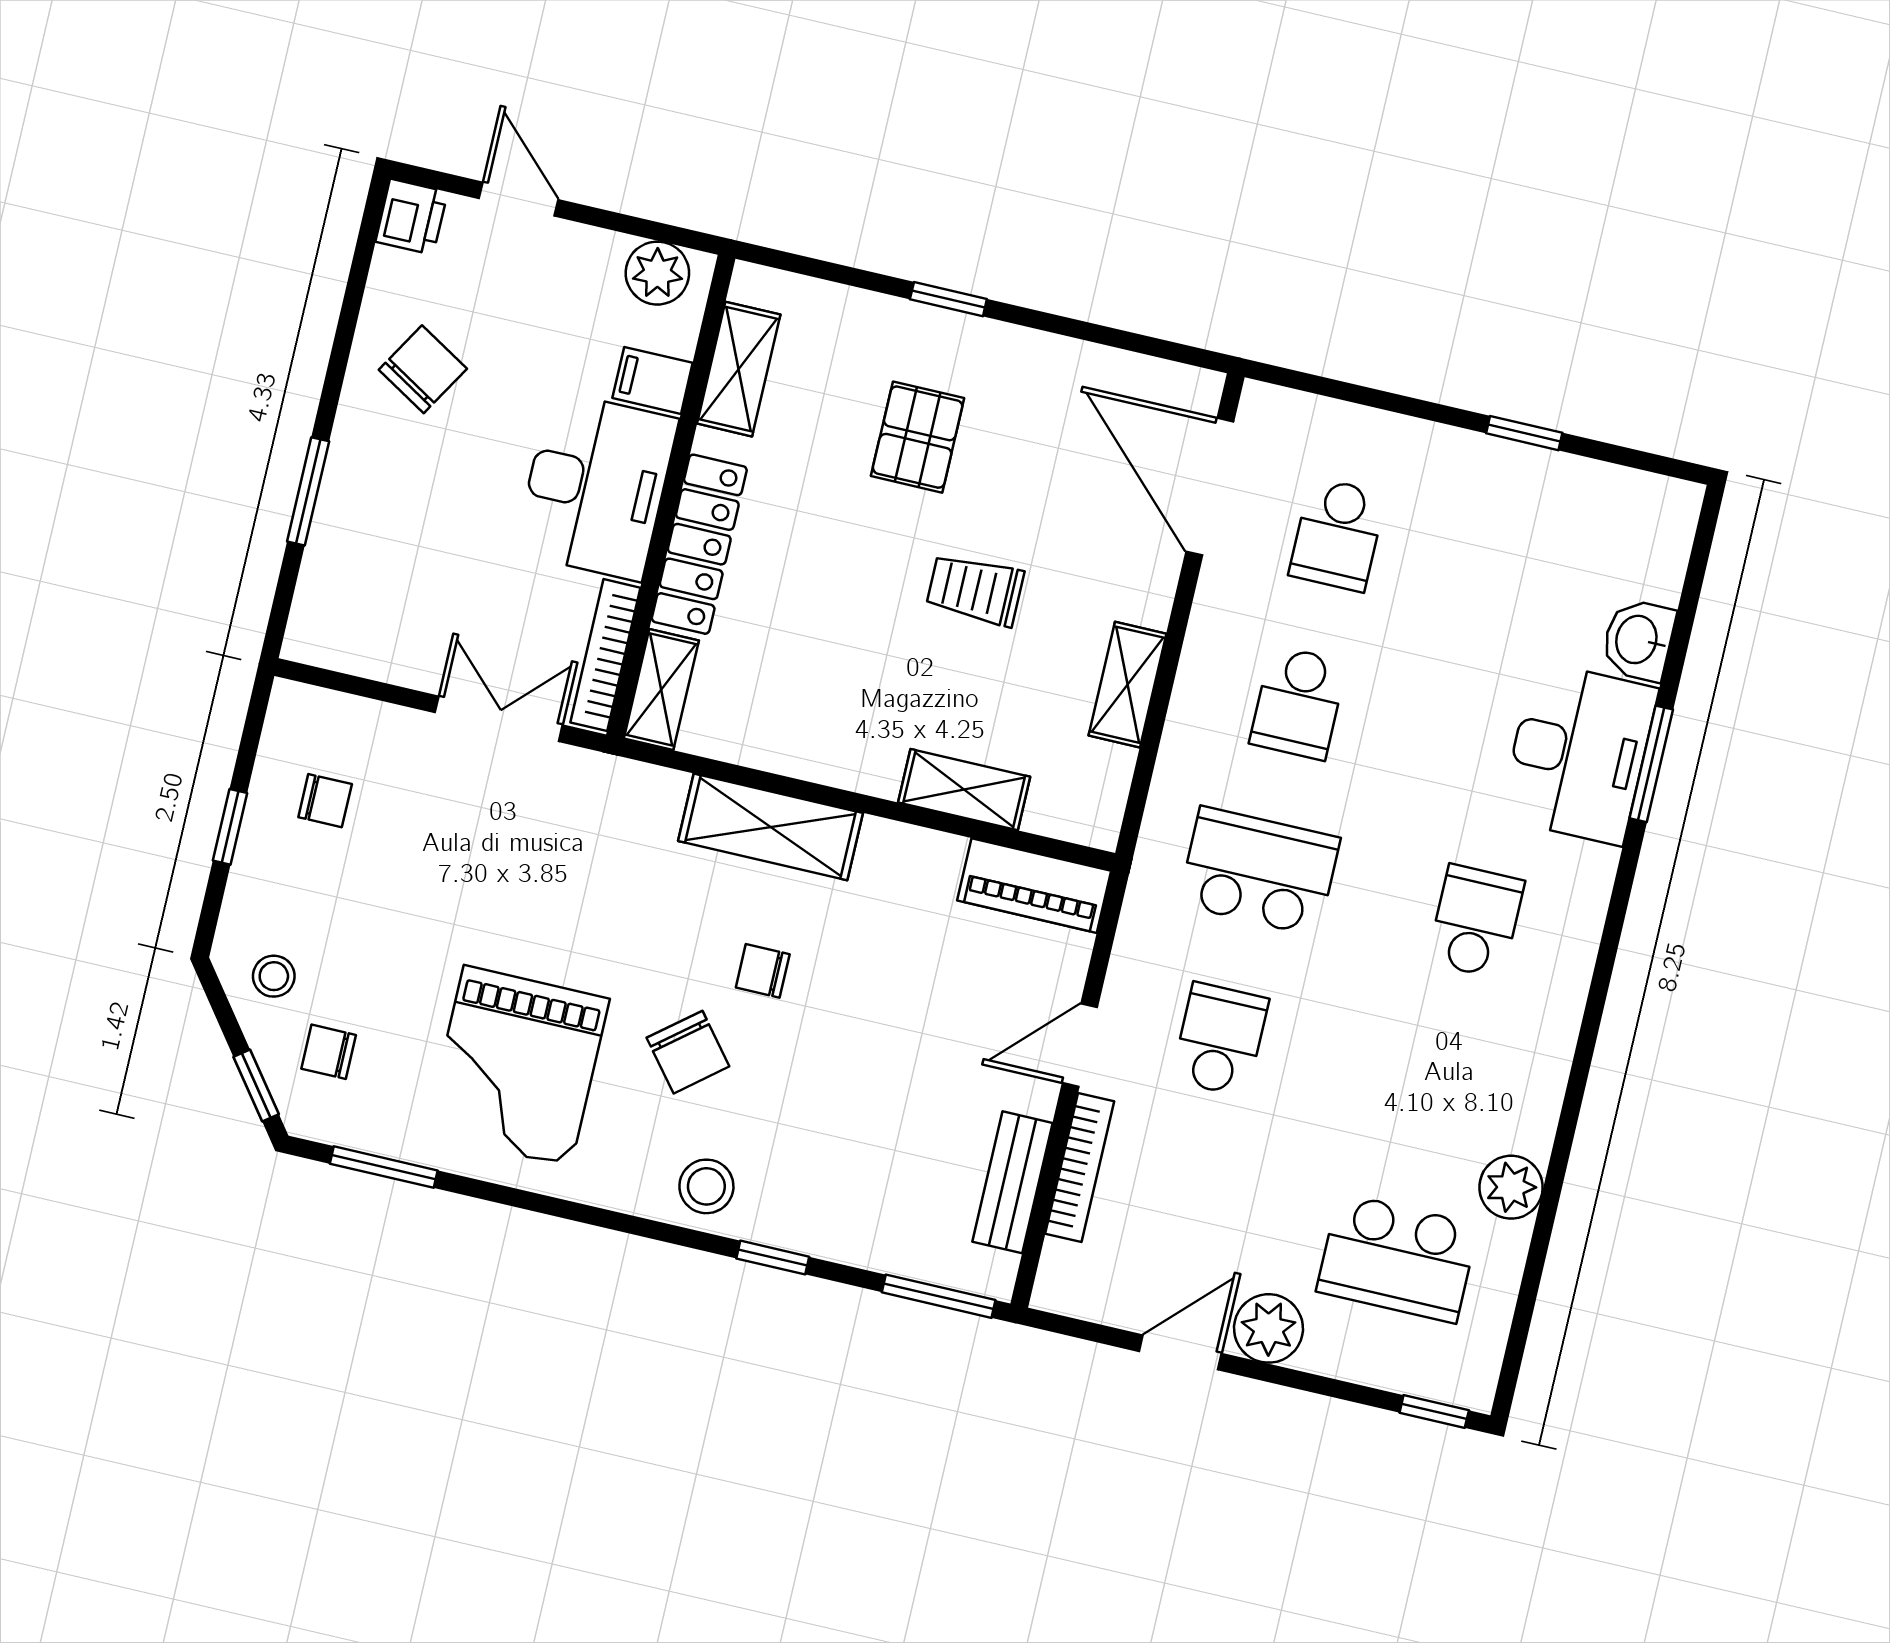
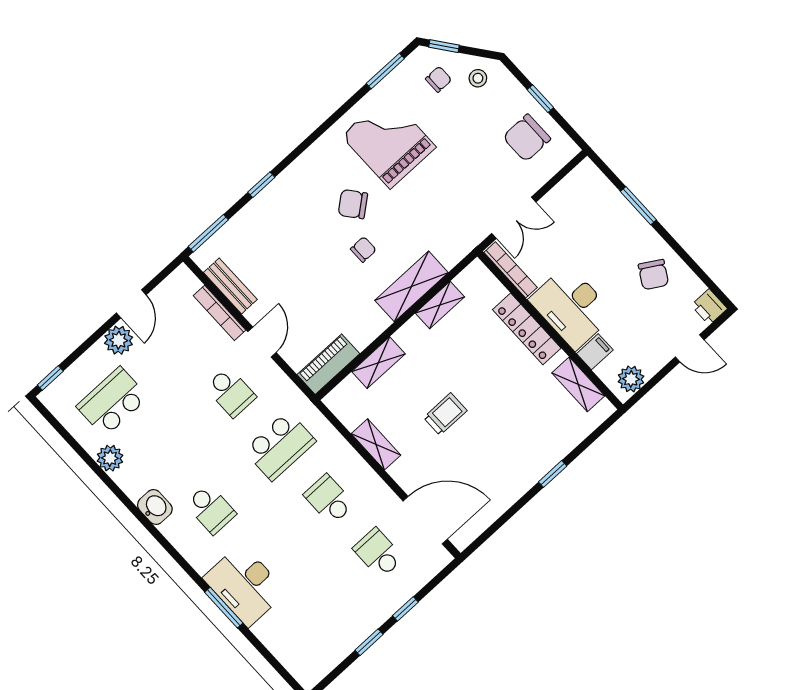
window: (1410, 407) -> (405, 609), added
pallet: (918, 437) -> (512, 430), removed
washbasin: (1638, 640) -> (155, 507), moved
shelving: (661, 689) -> (440, 305), moved, turned 90
chair: (325, 801) -> (527, 138), width x1.87, depth x1.87
stool: (706, 1186) -> (302, 179), removed

